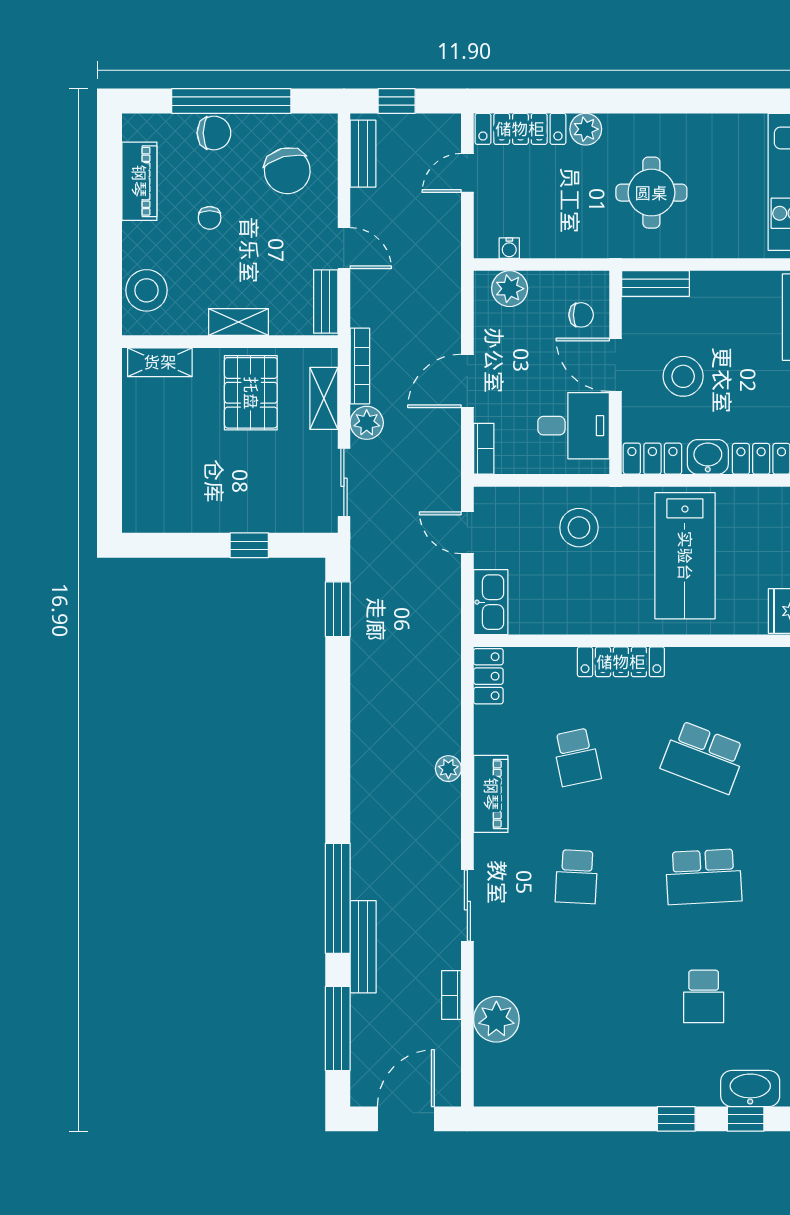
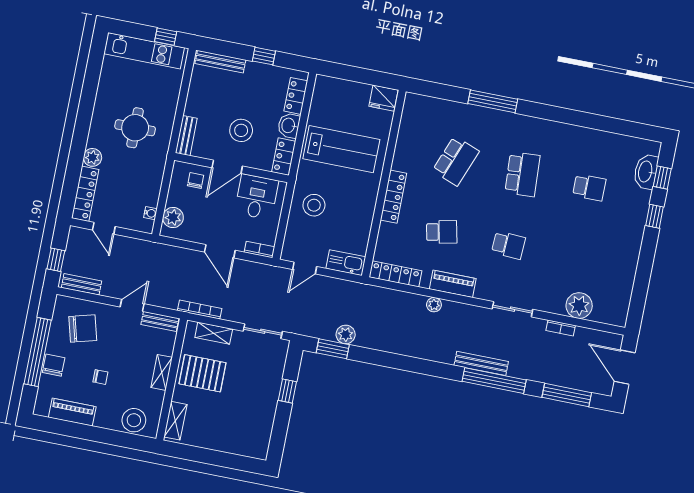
plant: (367, 423) -> (346, 334), moved
locker: (488, 676) -> (395, 274), width x1.53
bench: (363, 947) -> (481, 363), moved

